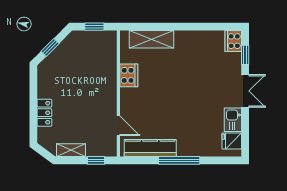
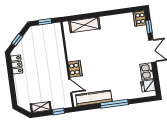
cooker: (129, 75) -> (75, 69), moved
locker: (44, 113) -> (17, 64), moved

